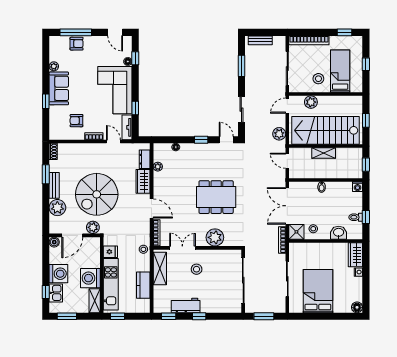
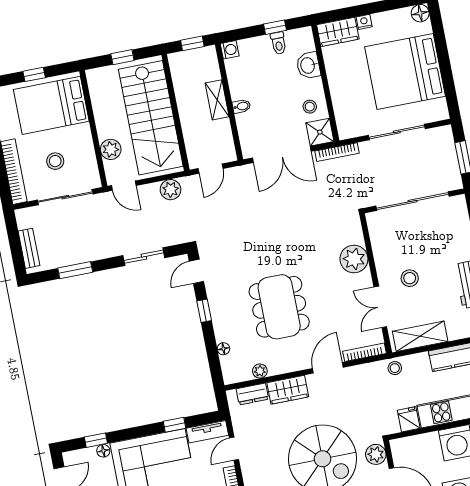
bed: (340, 71) -> (51, 105), width x1.50
stool: (318, 79) -> (55, 161), moved
shelving: (324, 153) -> (217, 100), moved
dining table: (216, 197) -> (279, 307), moved
bed: (318, 291) -> (405, 72), width x1.36

